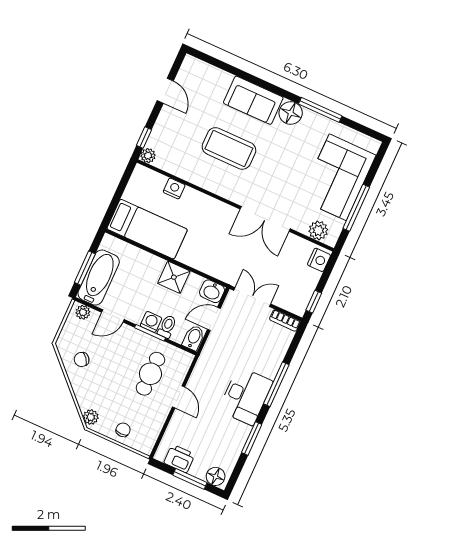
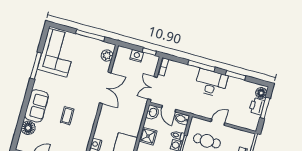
floor lamp: (291, 113) -> (28, 128), moved
coffee table: (229, 148) -> (67, 116), width x0.54, depth x0.58
corner sofa: (338, 177) -> (58, 53), moved, turned -90
nightstand: (319, 260) -> (137, 56), moved
printer: (179, 459) -> (257, 106), moved

